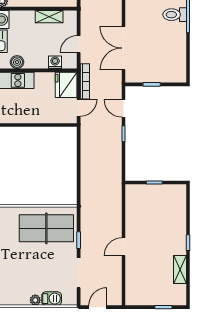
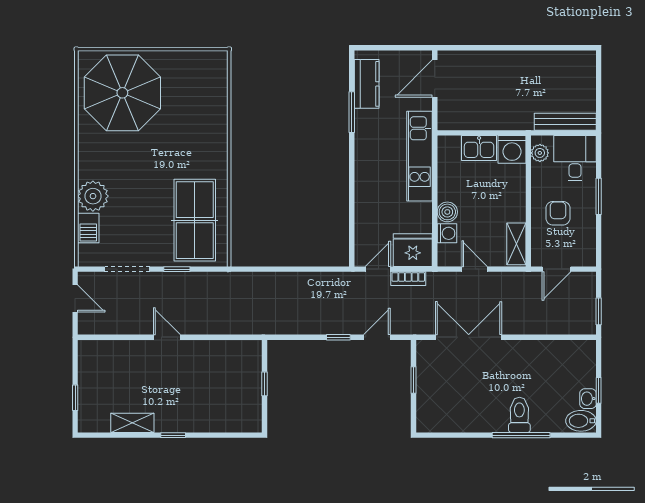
shelving: (49, 17) -> (516, 244), moved
boiler: (17, 62) -> (447, 212), moved
bookcase: (85, 81) -> (408, 279), width x0.64
door: (79, 108) -> (378, 269), swing flipped
plant: (35, 300) -> (93, 196), width x1.88, depth x1.88

